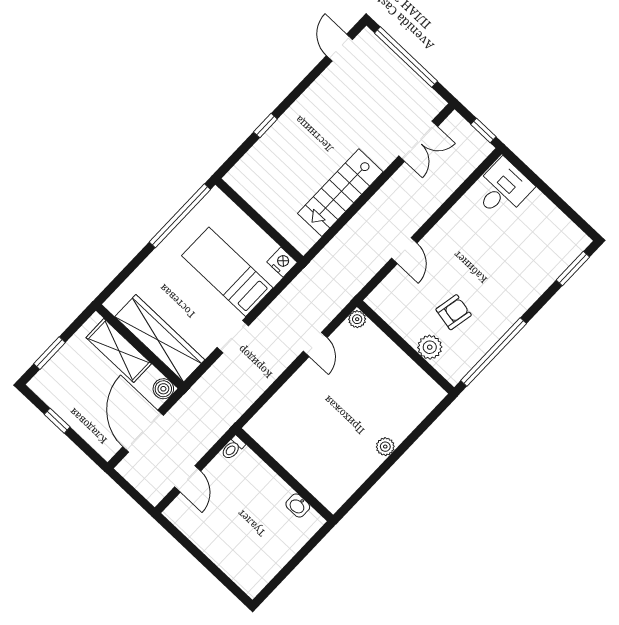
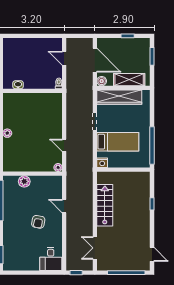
armchair: (454, 312) -> (38, 222), moved

